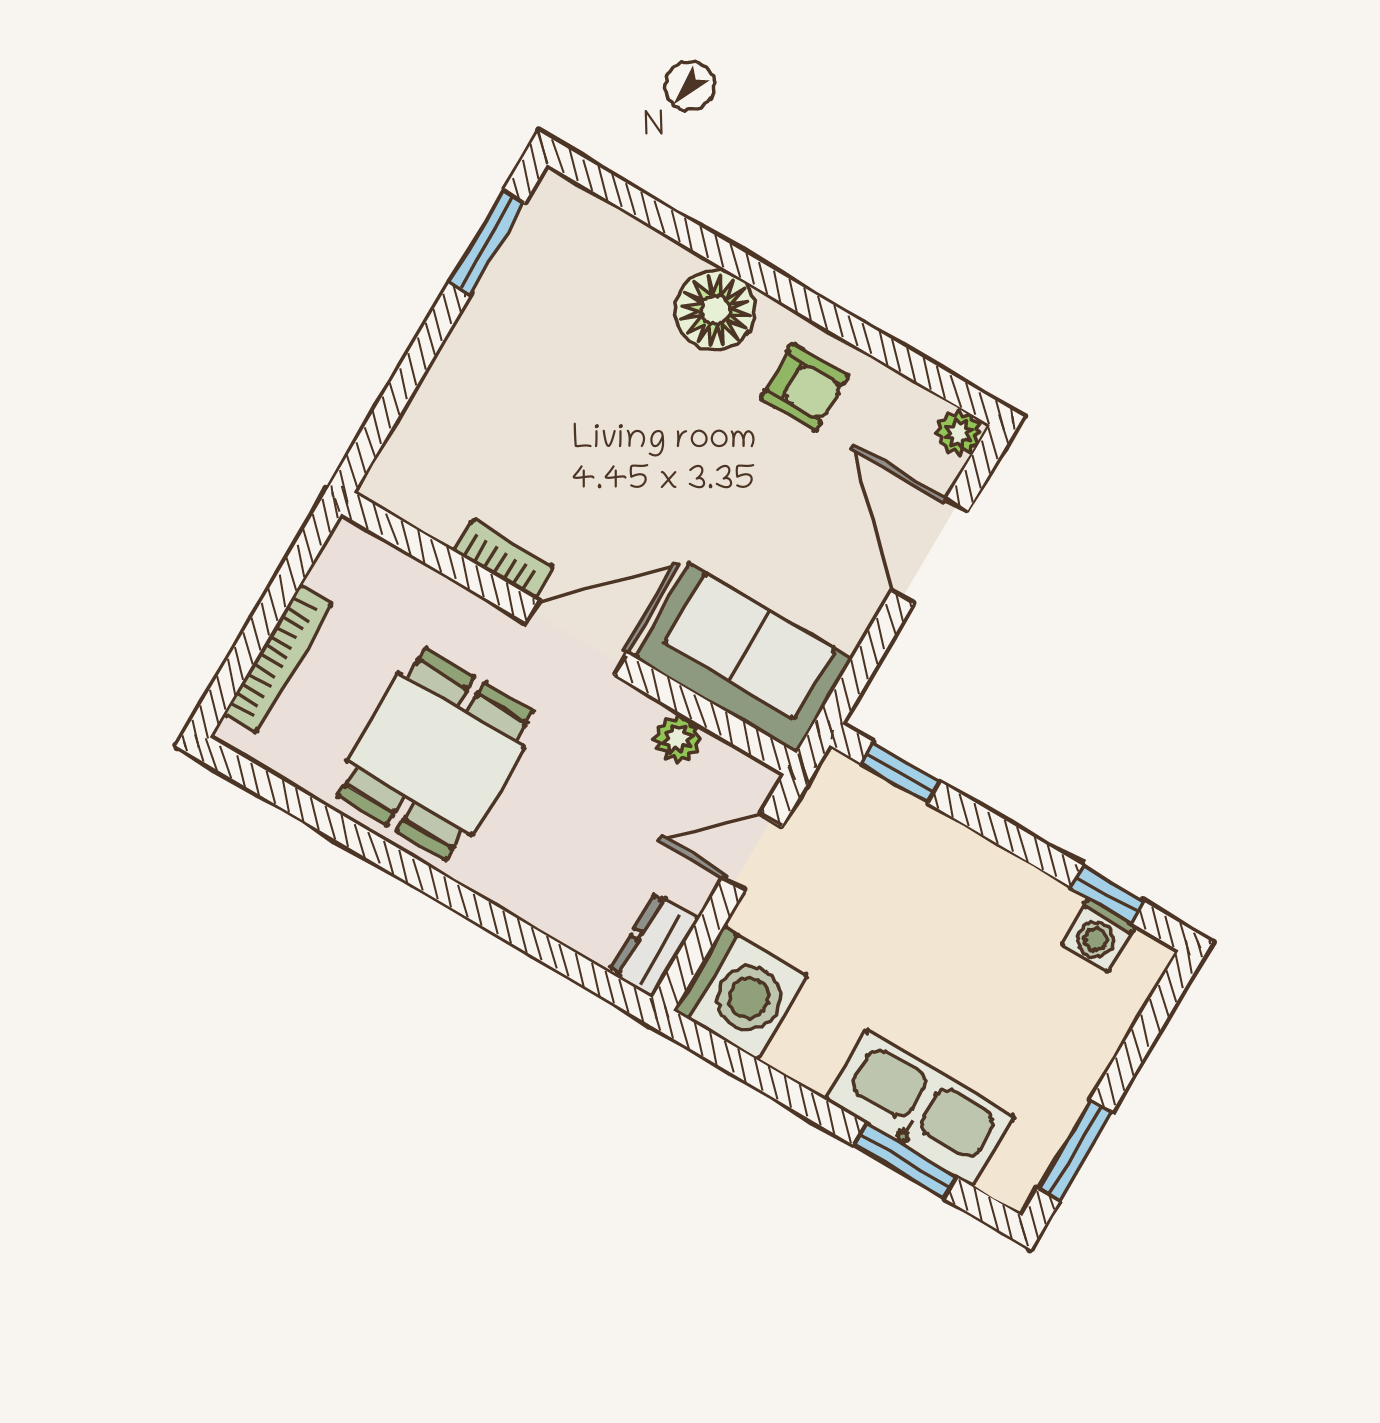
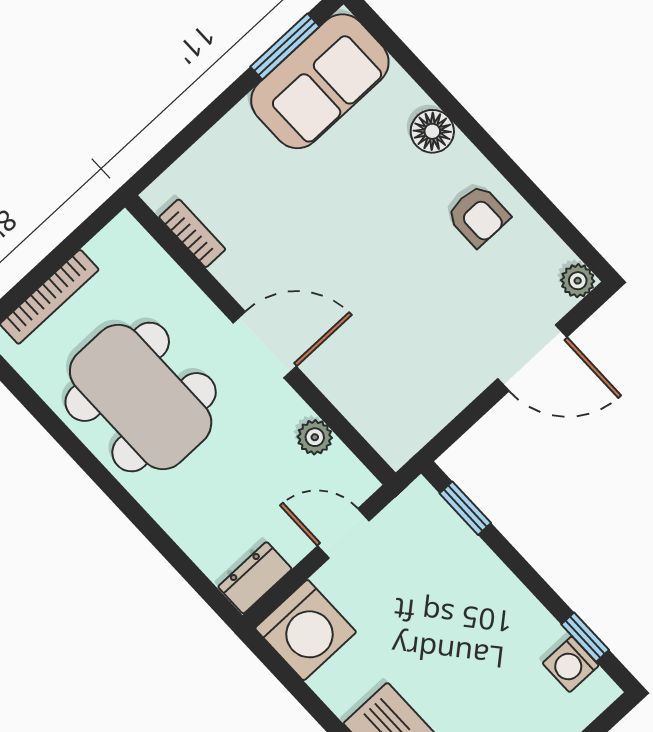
floor lamp: (716, 310) -> (432, 131), width x0.73, depth x0.73
door: (930, 551) -> (532, 358), swing flipped
bookcase: (503, 559) -> (192, 233), moved
sofa: (743, 658) -> (320, 81), moved, turned 90
dining table: (435, 754) -> (141, 397), width x1.38

